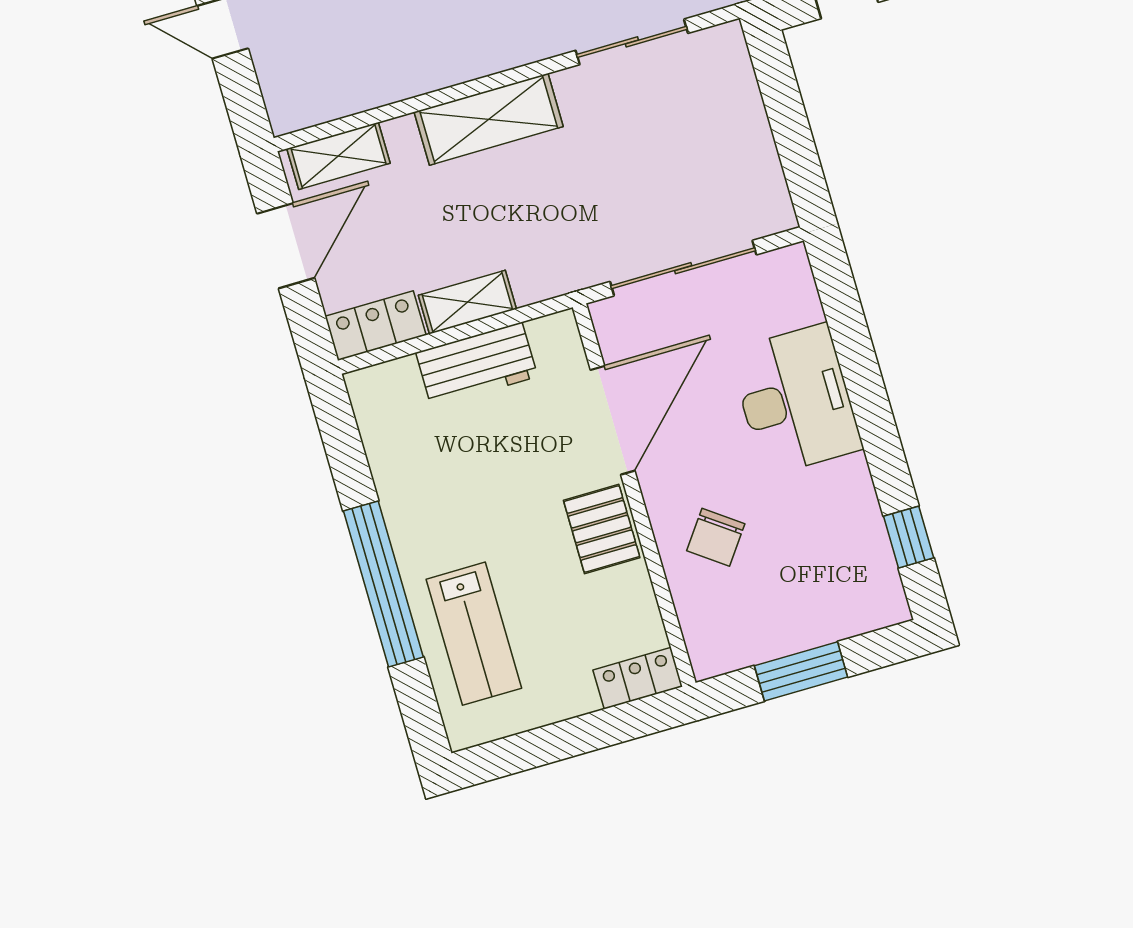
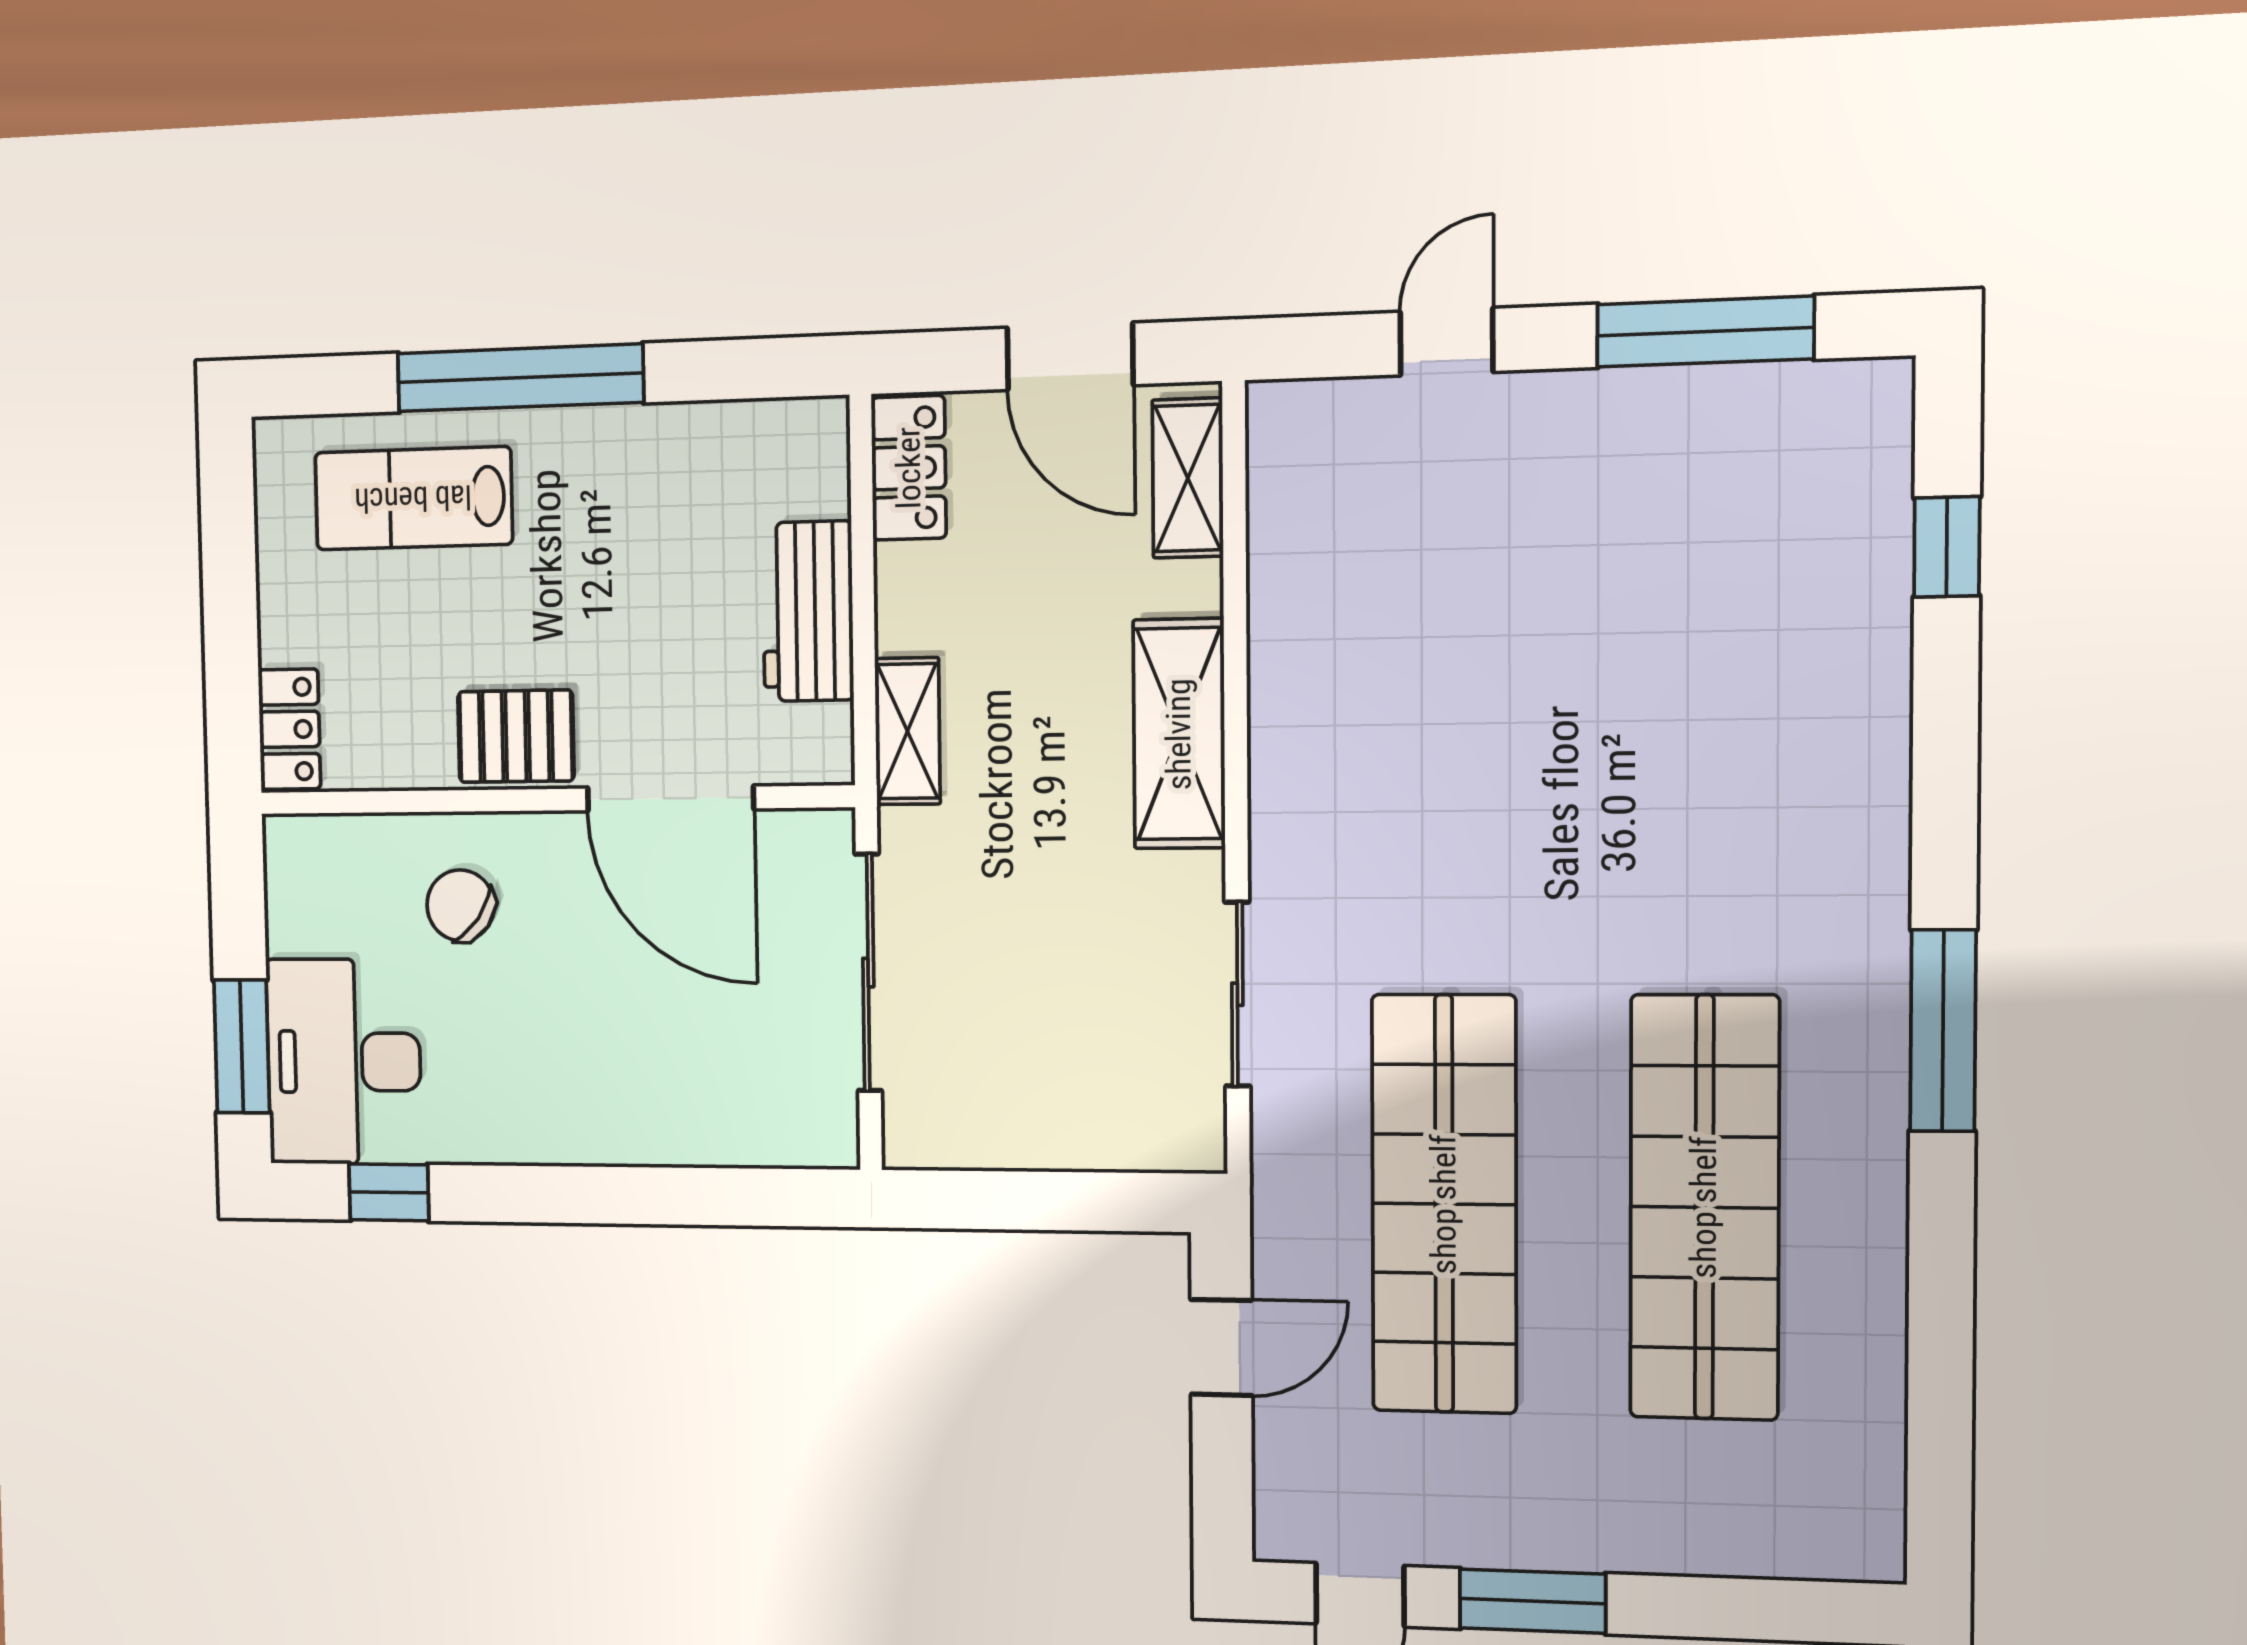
shelving: (467, 302) -> (907, 731), moved
desk: (796, 400) -> (344, 1062), moved, turned 90
window: (801, 671) -> (242, 1046), moved

